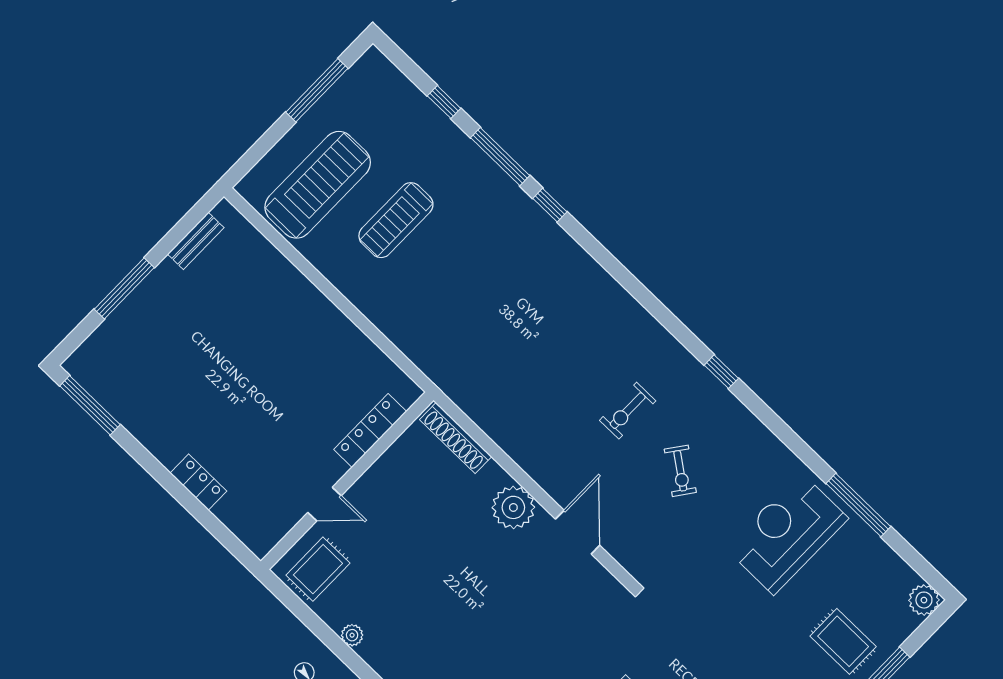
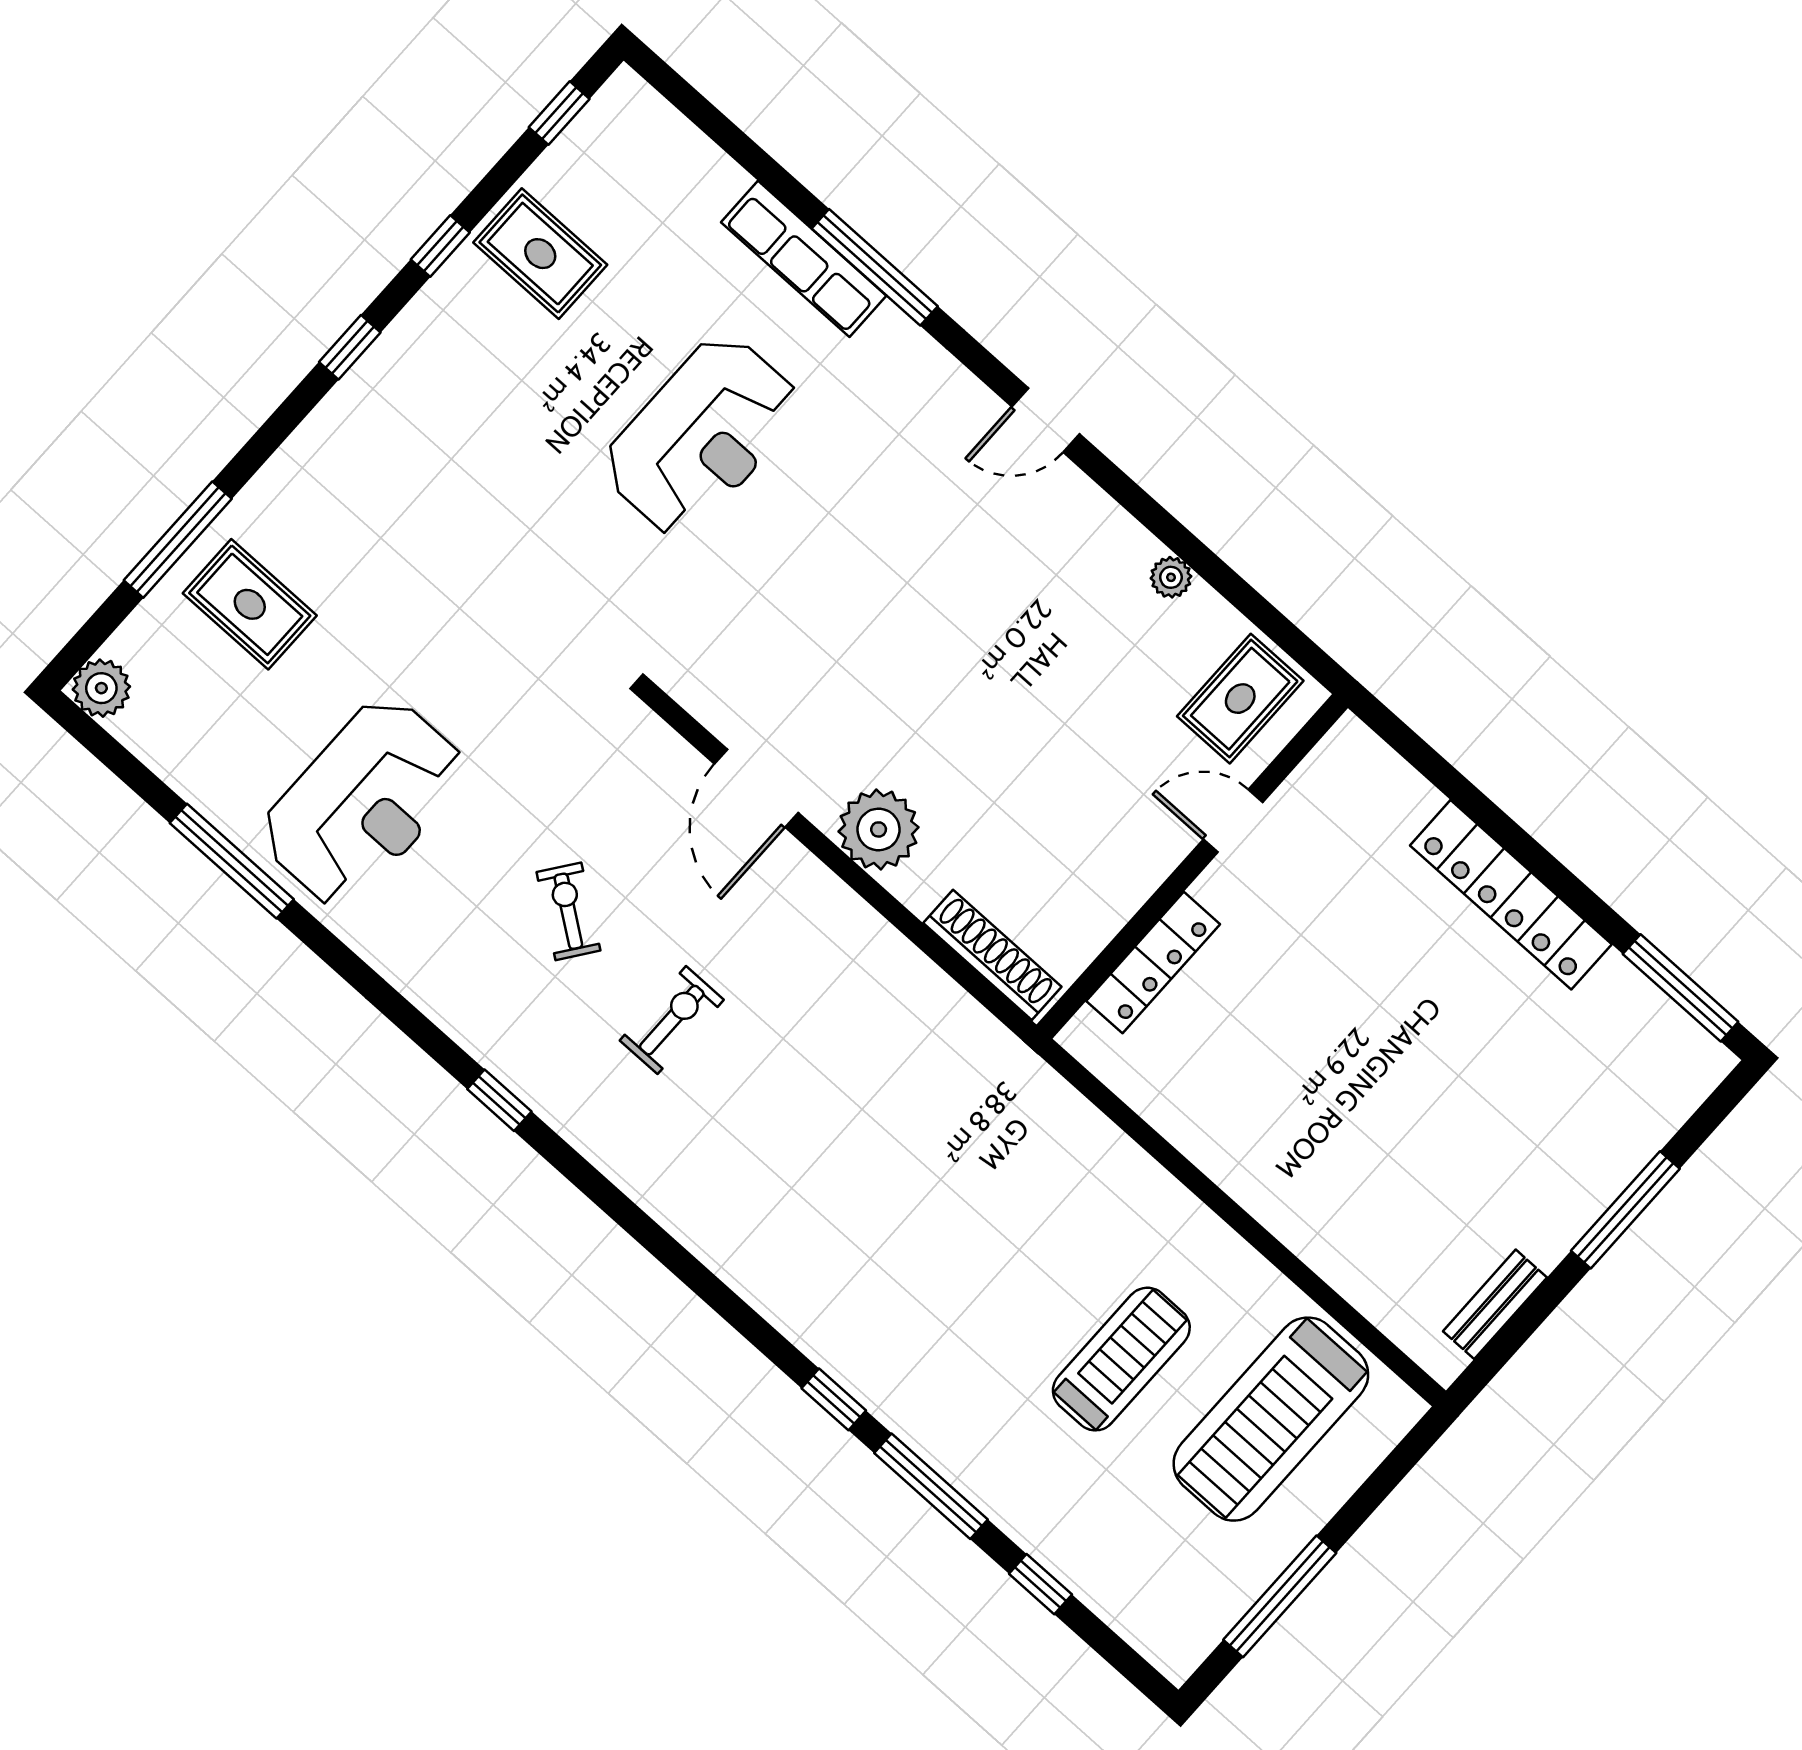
locker: (198, 482) -> (1511, 895), width x2.16, depth x1.21

